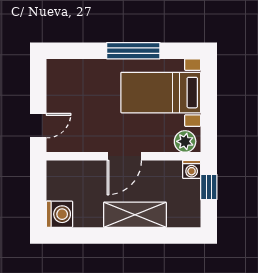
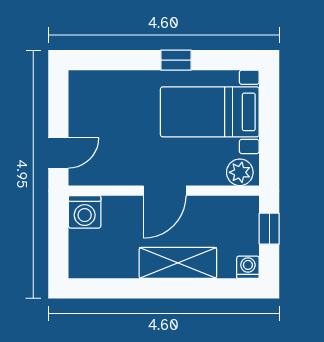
window: (133, 51) -> (176, 60), width x0.46
washing machine: (192, 169) -> (248, 267), moved, turned 180
washing machine: (59, 214) -> (85, 212), moved, turned 90

